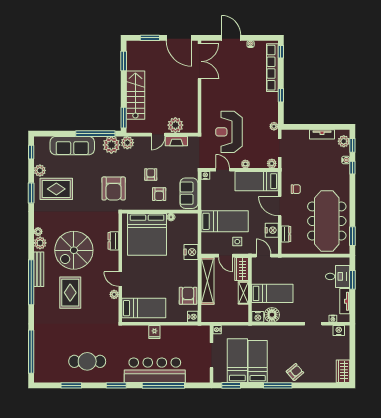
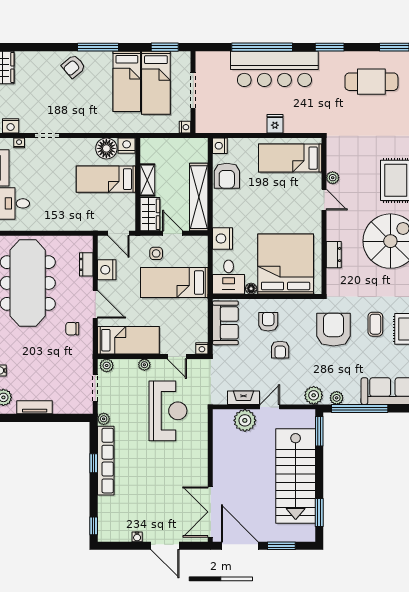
row of seats: (272, 68) -> (106, 461), moved
stairs: (135, 95) -> (296, 476), width x1.36, depth x1.51
plant: (111, 145) -> (337, 398), width x0.53, depth x0.53
coffee table: (84, 192) -> (375, 324), added
desk: (187, 225) -> (229, 277), added

